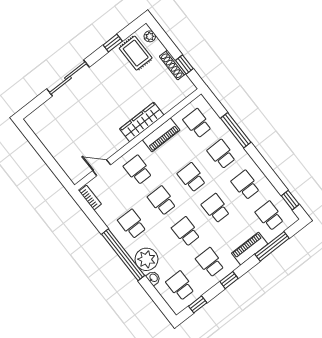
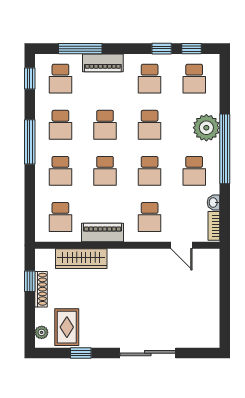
wardrobe: (142, 122) -> (81, 259), moved
window: (236, 130) -> (30, 142), moved
washbasin: (153, 278) -> (213, 202), moved
window: (229, 280) -> (162, 49), moved

